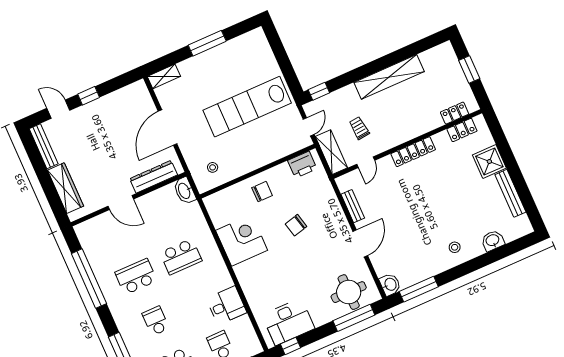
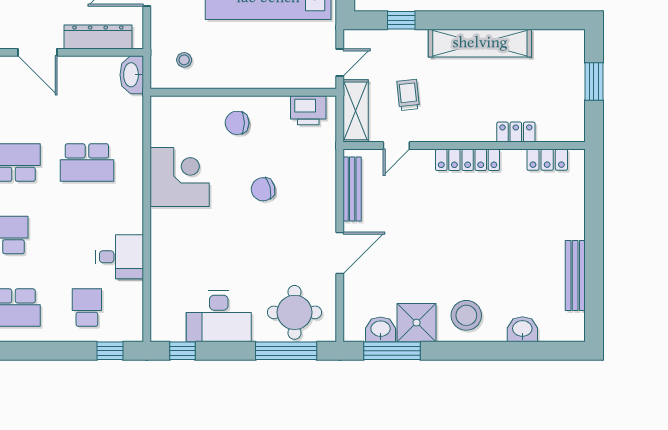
window: (319, 91) -> (401, 20), moved
locker: (455, 113) -> (516, 132), moved
shower: (489, 161) -> (417, 323), moved
chair: (262, 192) -> (237, 123), turned 180
bench: (353, 206) -> (352, 189), width x1.36
stool: (455, 247) -> (466, 315), width x1.89, depth x1.89
washbasin: (390, 284) -> (381, 329), moved, turned -90
desk: (288, 322) -> (219, 316), moved

